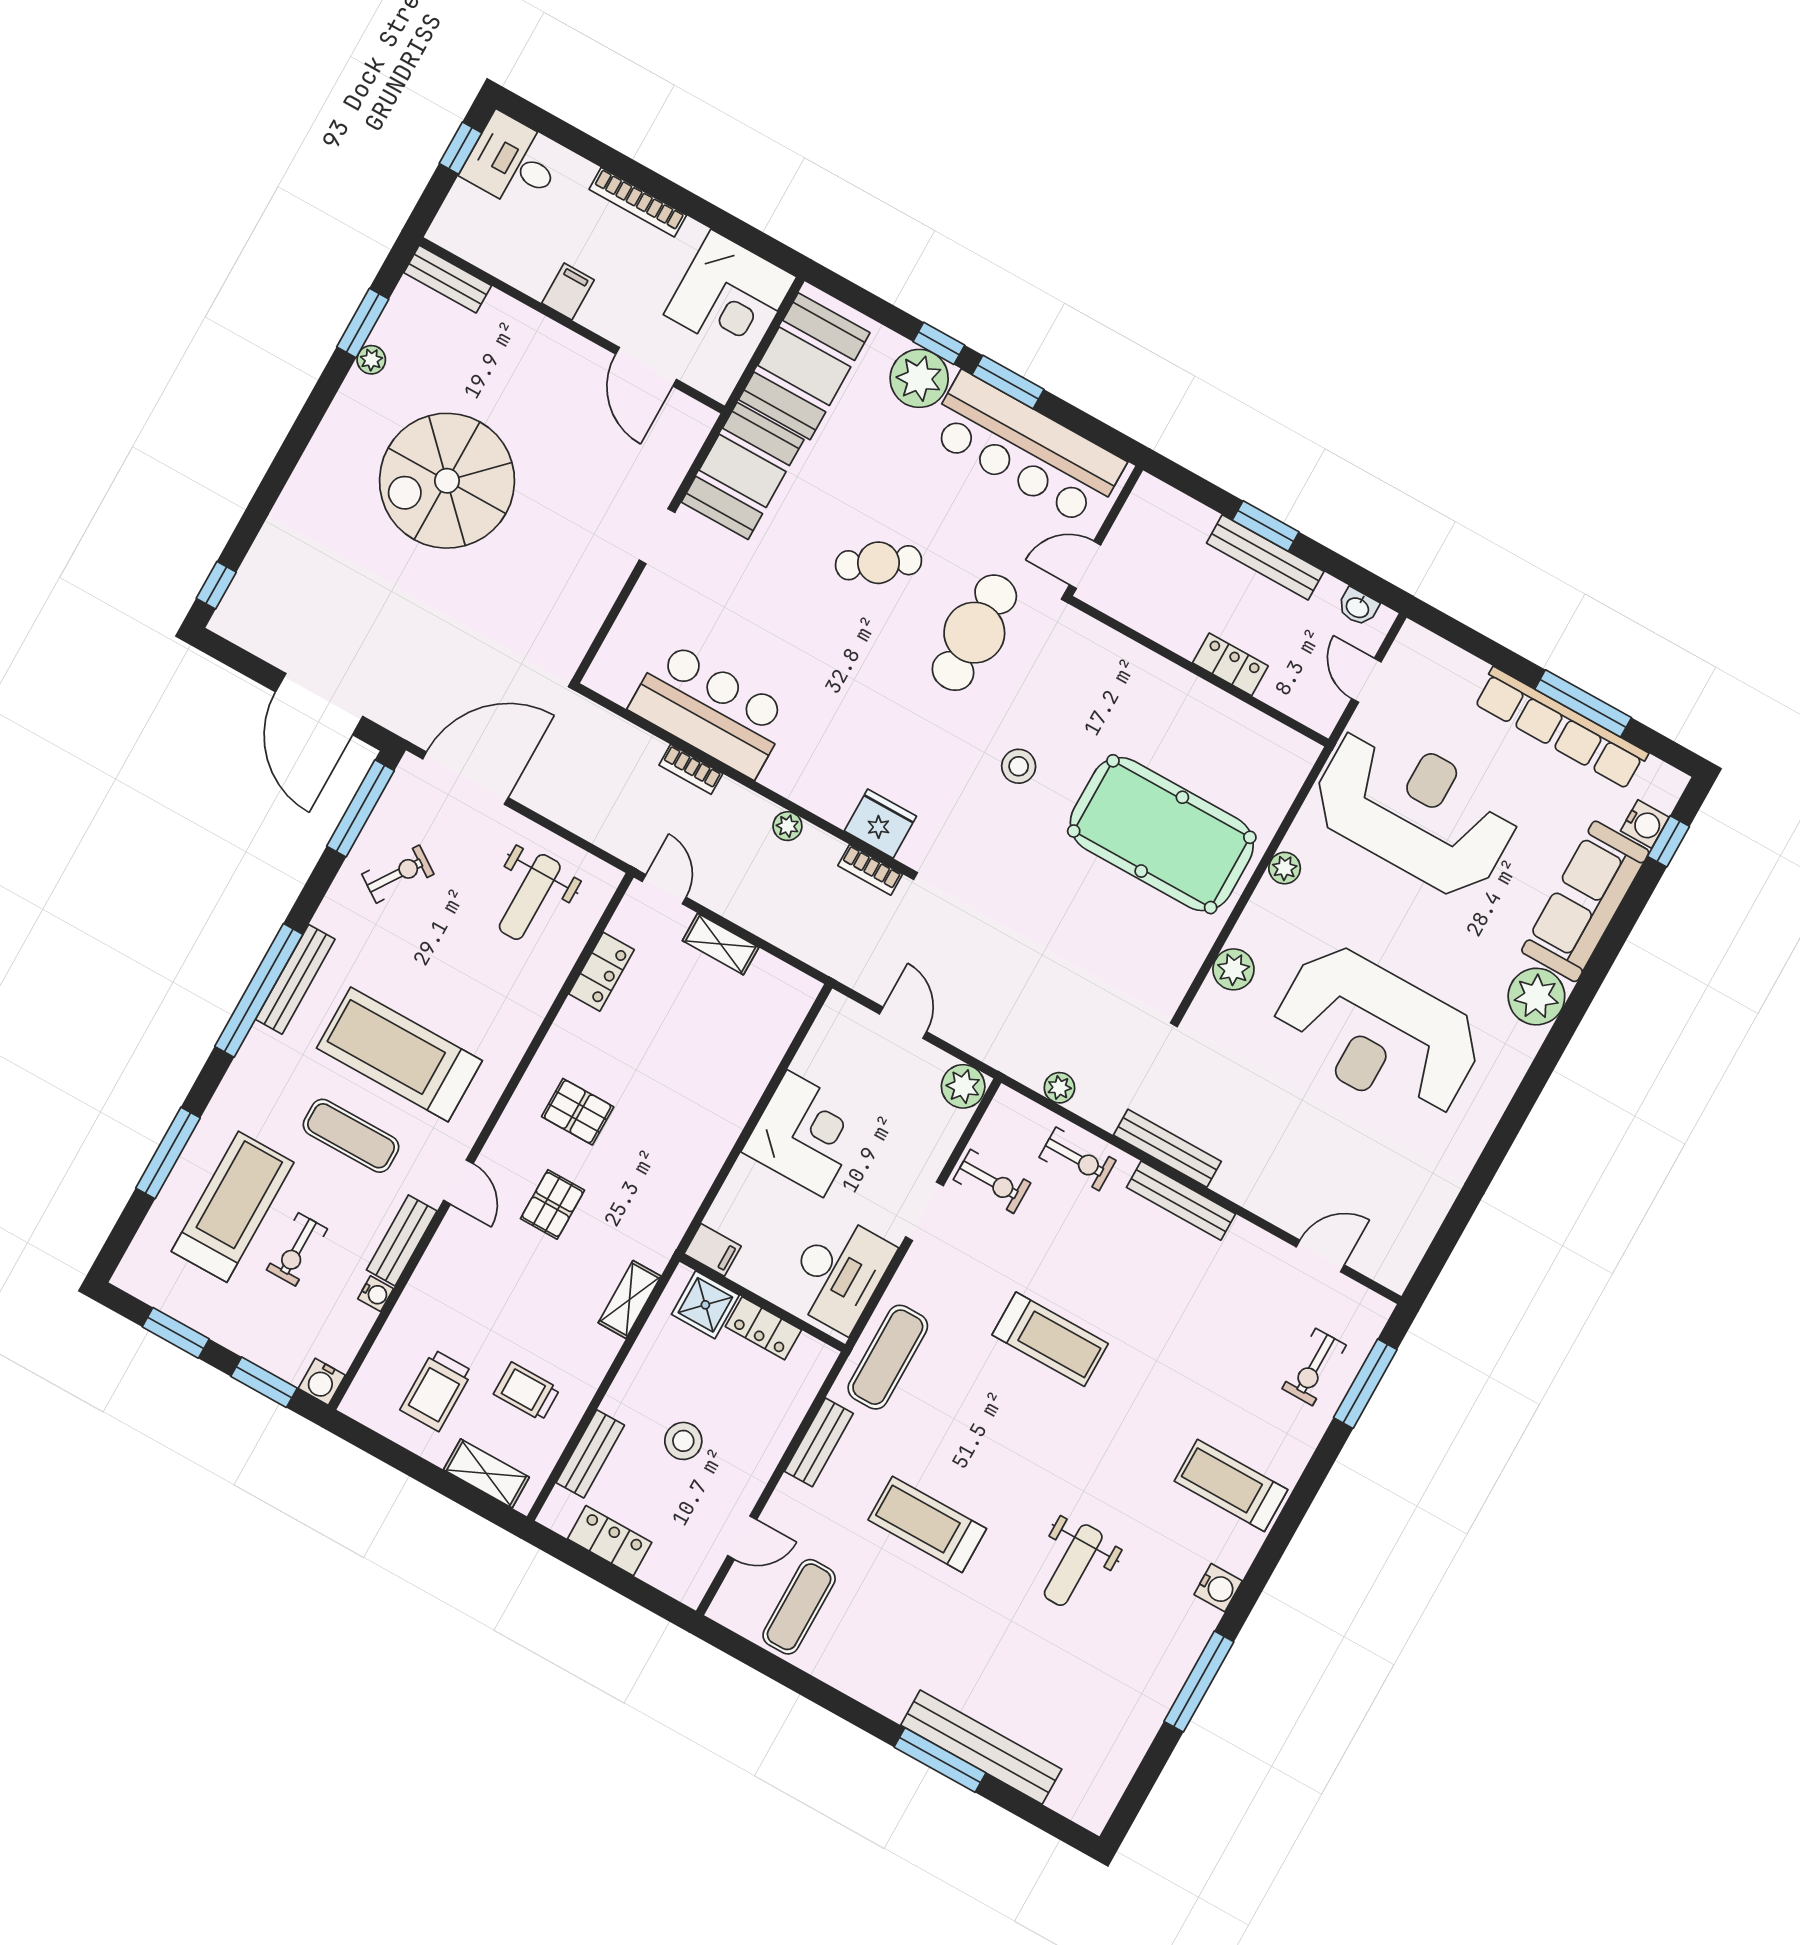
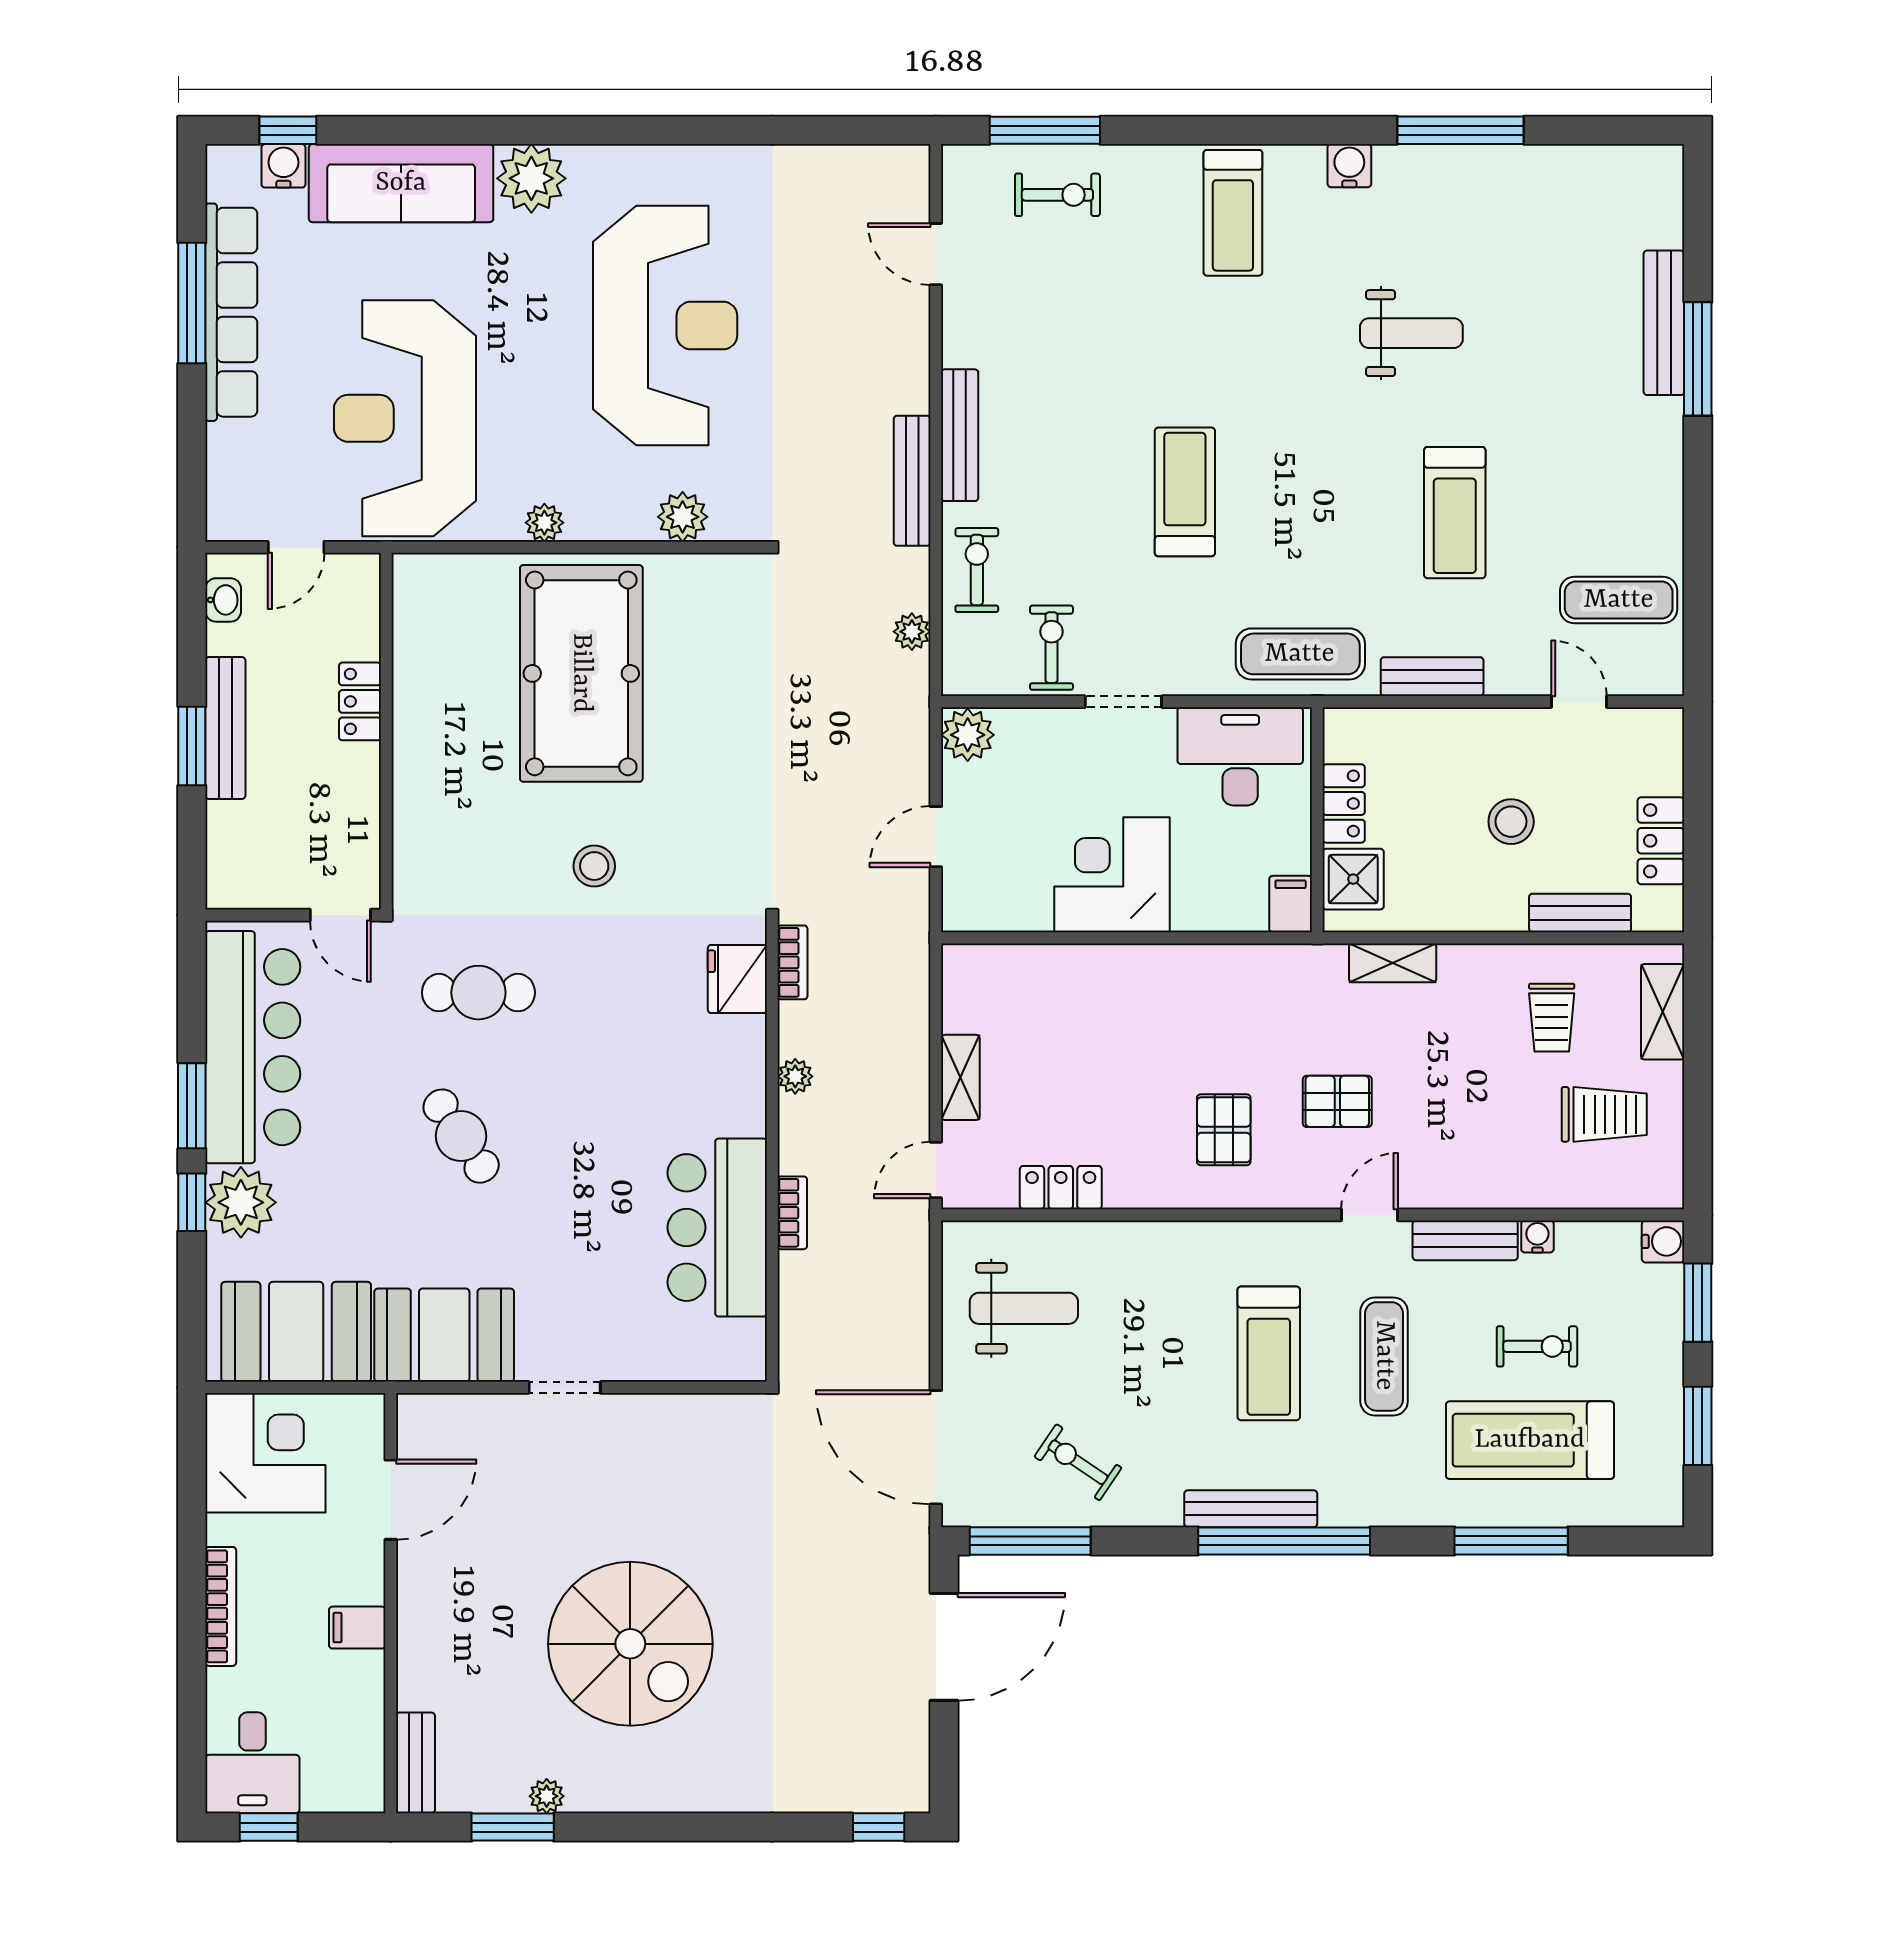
cafe table: (974, 633) -> (478, 993), width x0.73, depth x0.74
treadmill: (399, 1054) -> (1269, 1353), width x0.73, depth x0.73
bench: (981, 1747) -> (1664, 323), width x0.73, depth x0.82

